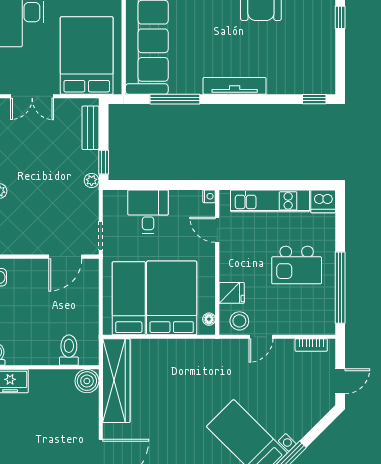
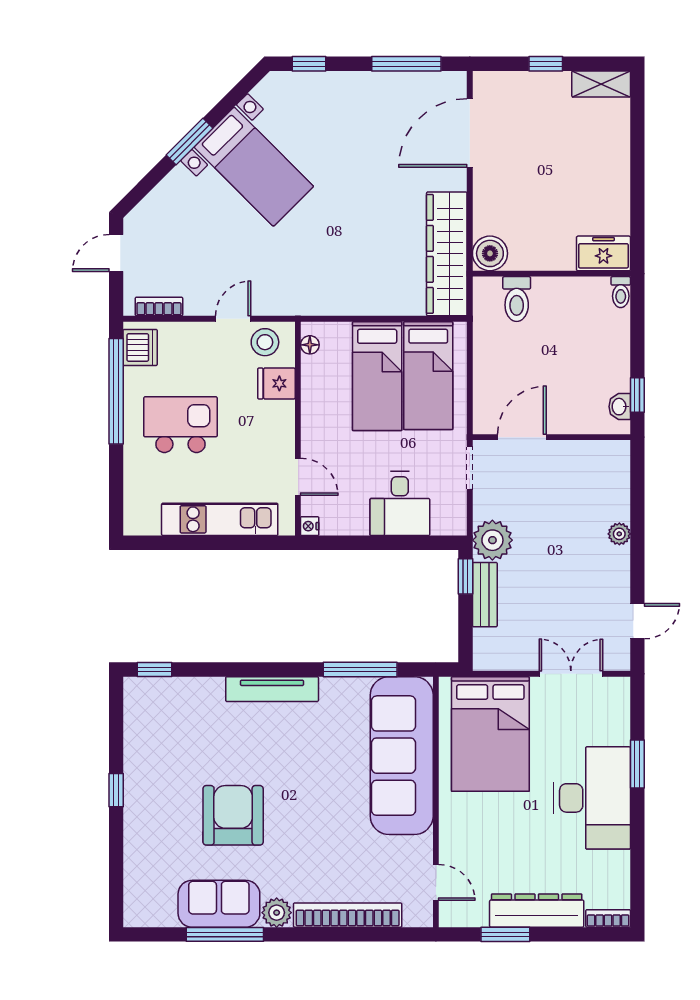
bench: (90, 128) -> (485, 595), moved
plant: (92, 180) -> (492, 540), width x1.88, depth x1.88
dishwasher: (323, 201) -> (140, 347), moved, turned 90
bed: (172, 298) -> (377, 376), width x0.67

